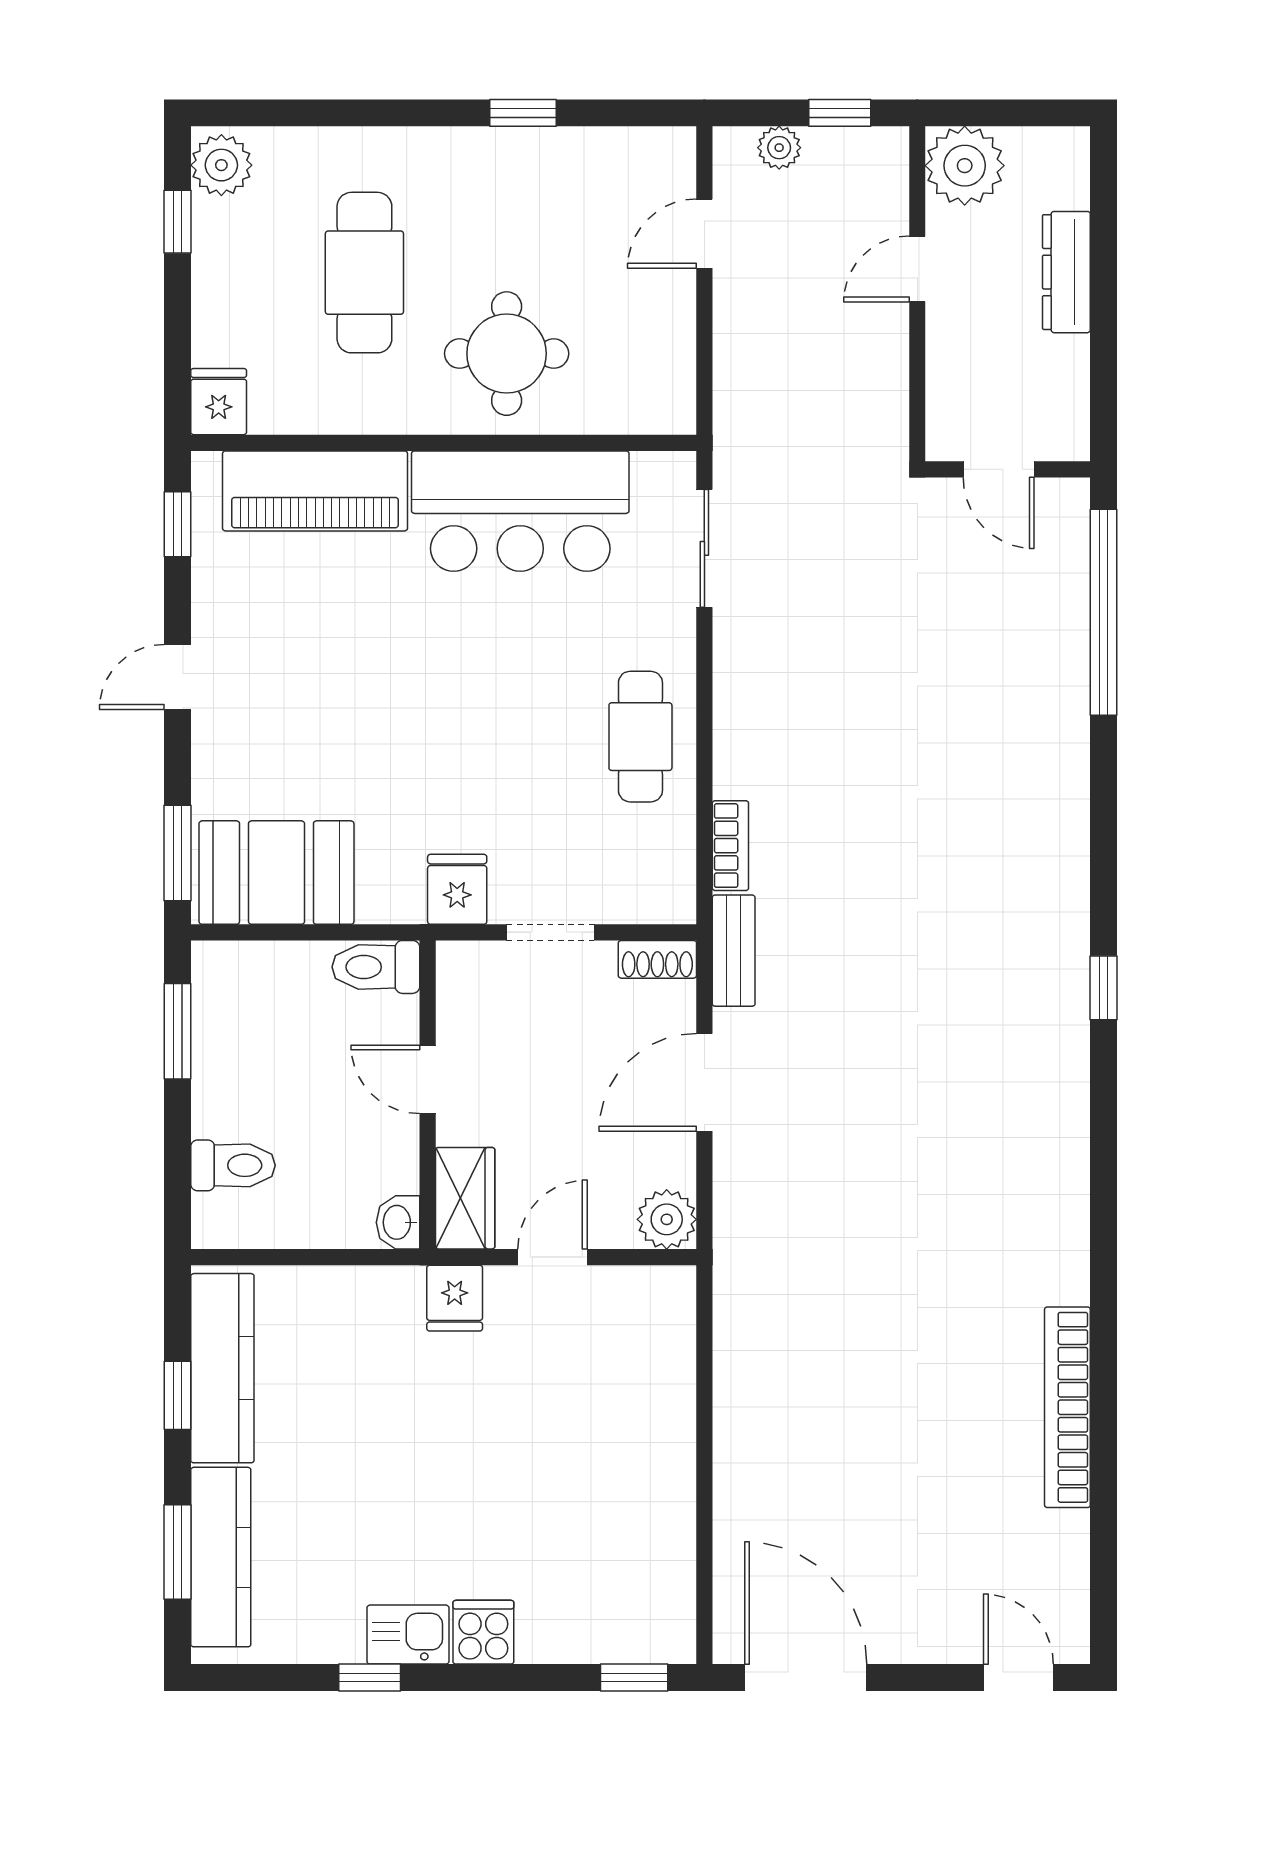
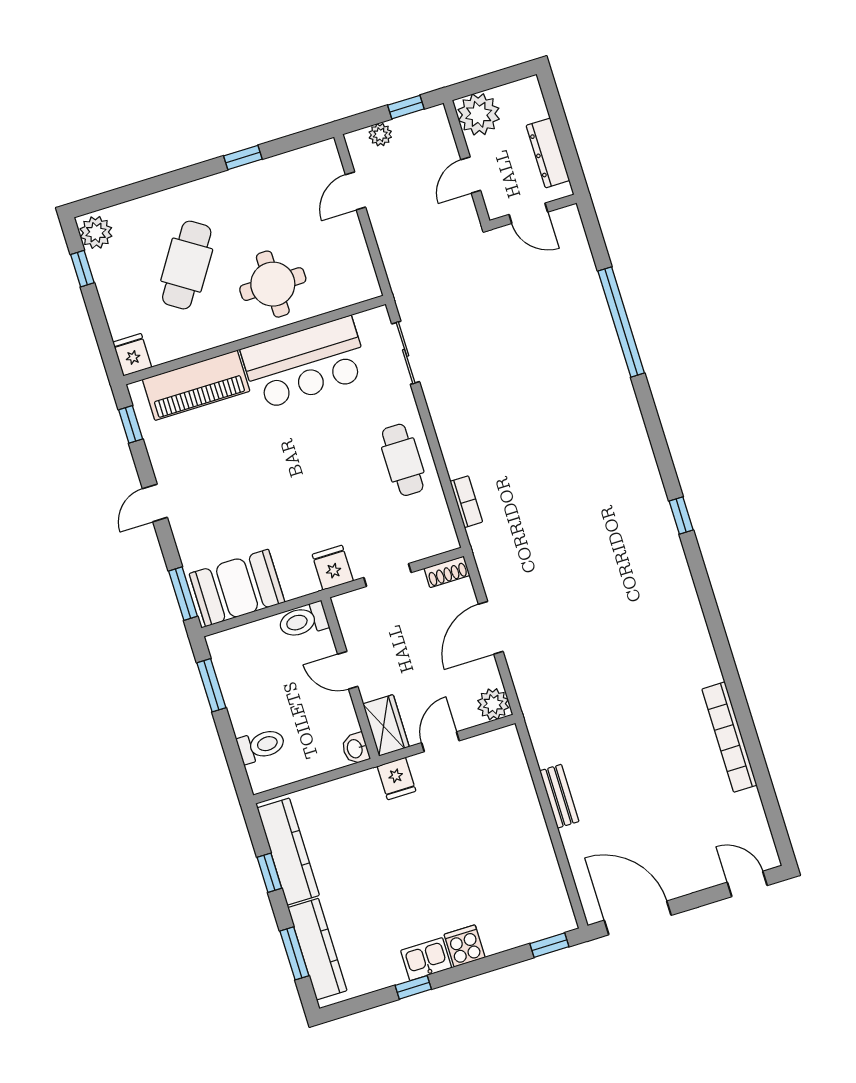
cafe table: (364, 273) -> (187, 265), turned 33
door: (999, 469) -> (528, 213), moved
wall: (1008, 469) -> (533, 212), moved
bench: (734, 951) -> (559, 796), moved

